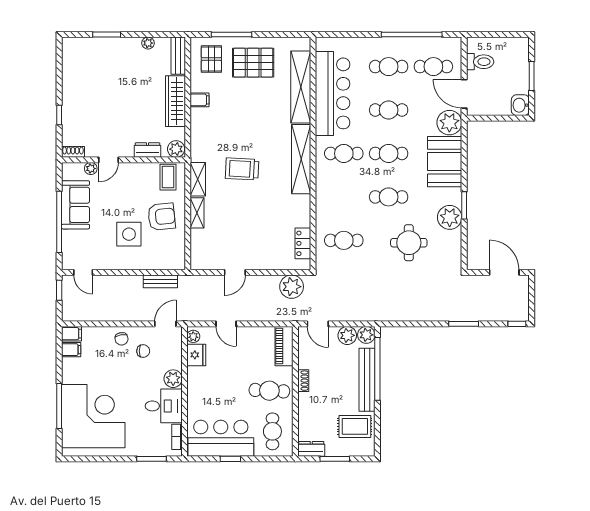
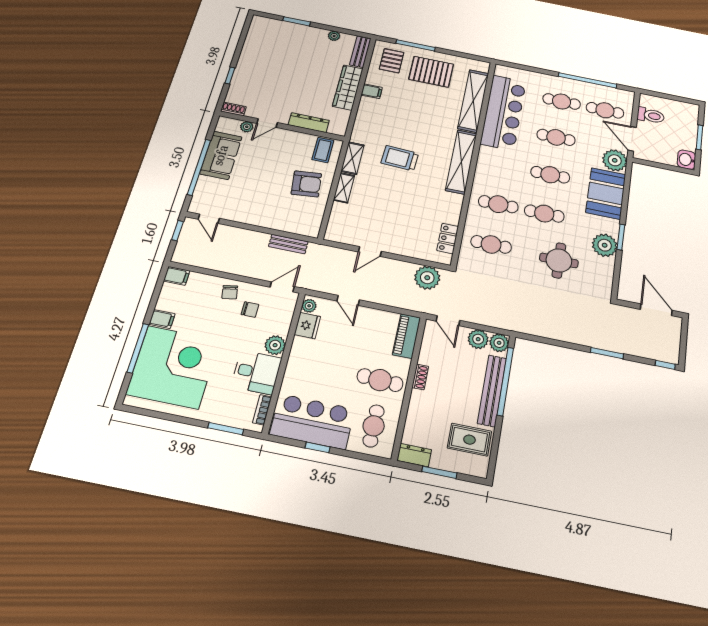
plant: (176, 149) -> (338, 128), removed
dresser: (147, 150) -> (309, 123), width x1.44
cafe table: (344, 153) -> (498, 204), moved
side table: (129, 234) -> (268, 193), removed
filing cabinet: (71, 350) -> (162, 319), moved

